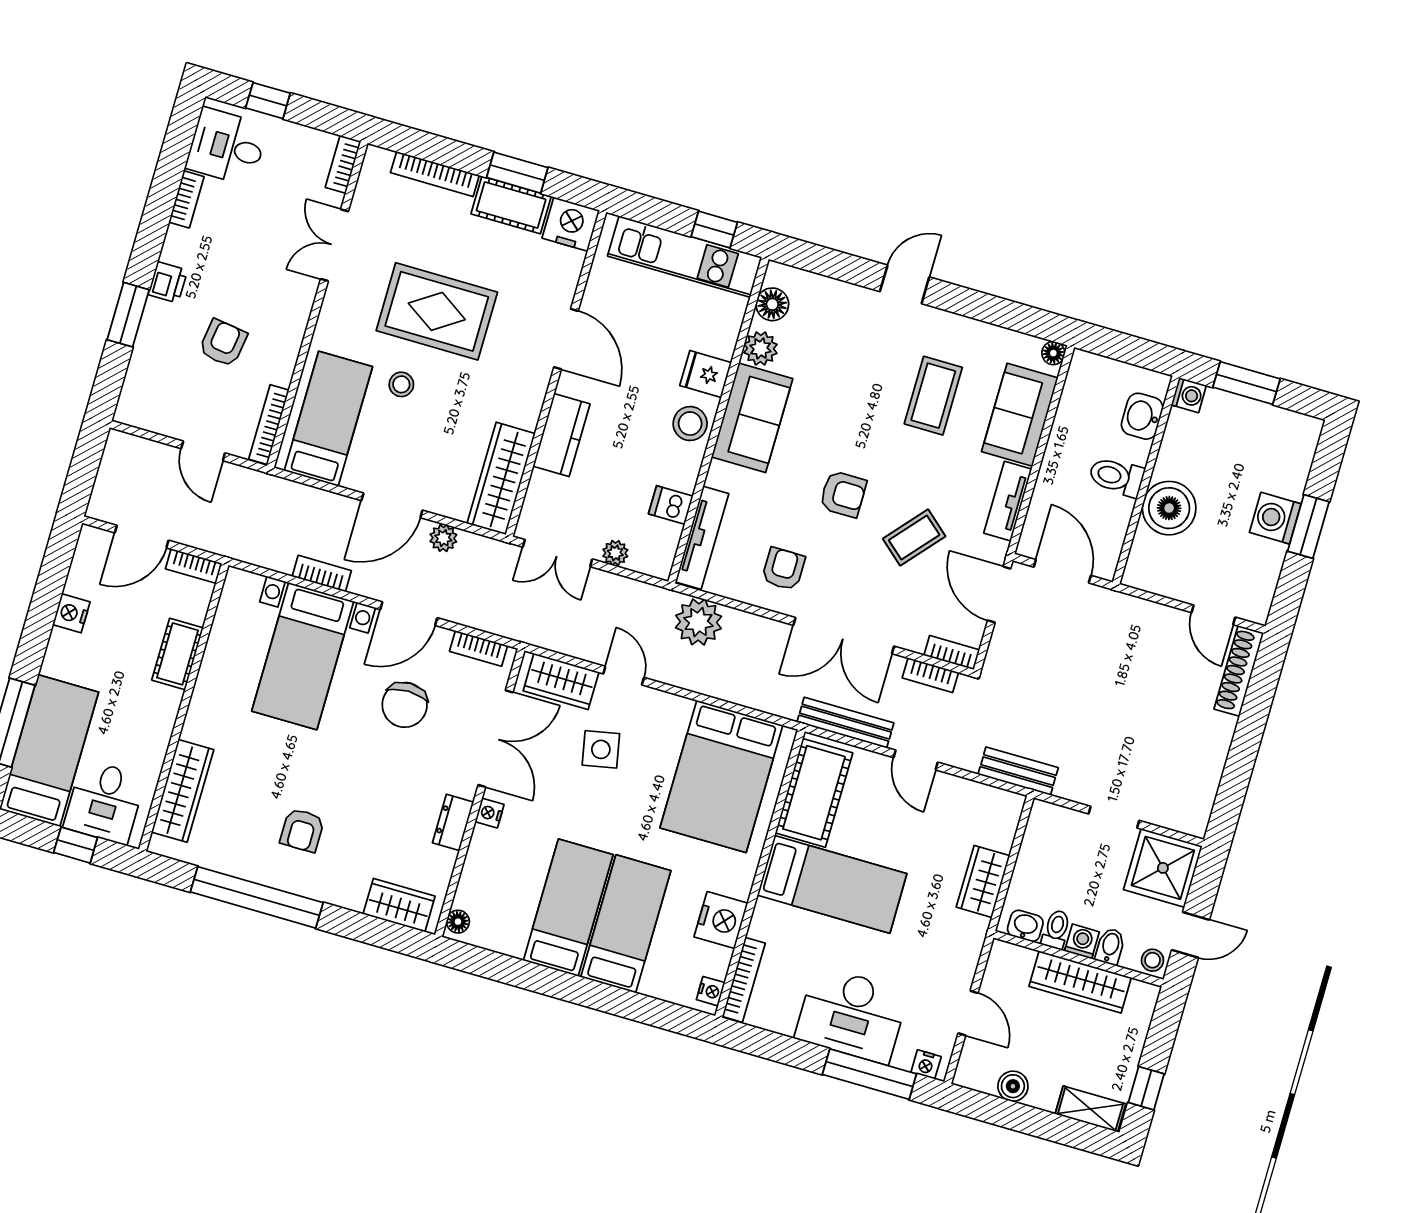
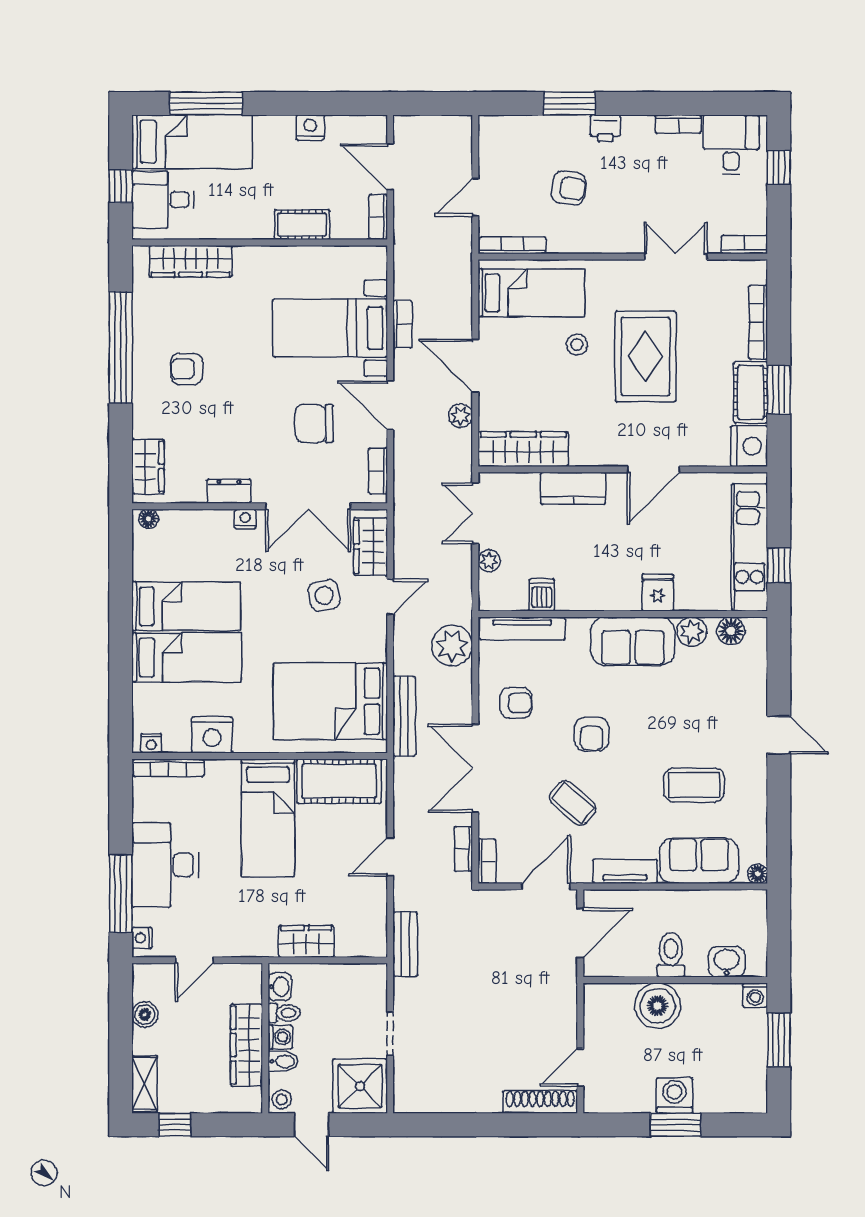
stool: (690, 424) -> (613, 592), removed
bench: (845, 723) -> (404, 716), moved

